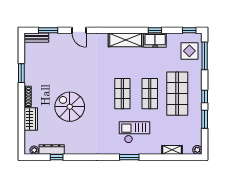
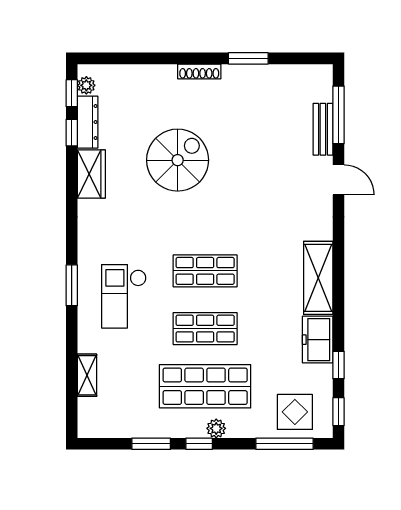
window: (48, 30) -> (338, 115), width x1.44
door: (79, 30) -> (338, 180), swing flipped
window: (155, 30) -> (338, 365), moved
bench: (36, 38) -> (323, 129), moved
wardrobe: (31, 119) -> (91, 174), moved, turned -90
checkout: (134, 132) -> (124, 296), turned 180
plant: (197, 150) -> (216, 428), moved
window: (38, 157) -> (72, 93), added

